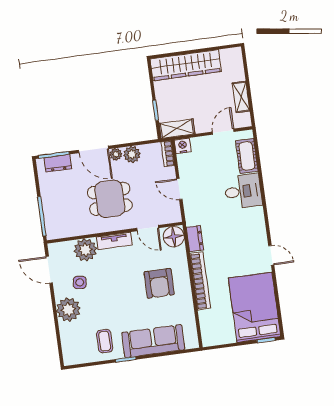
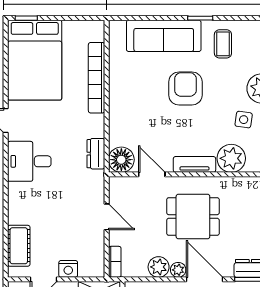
nightstand: (183, 146) -> (68, 269), moved
desk: (243, 191) -> (29, 161), moved
bookcase: (200, 281) -> (97, 78), moved
armchair: (159, 283) -> (185, 88), moved

